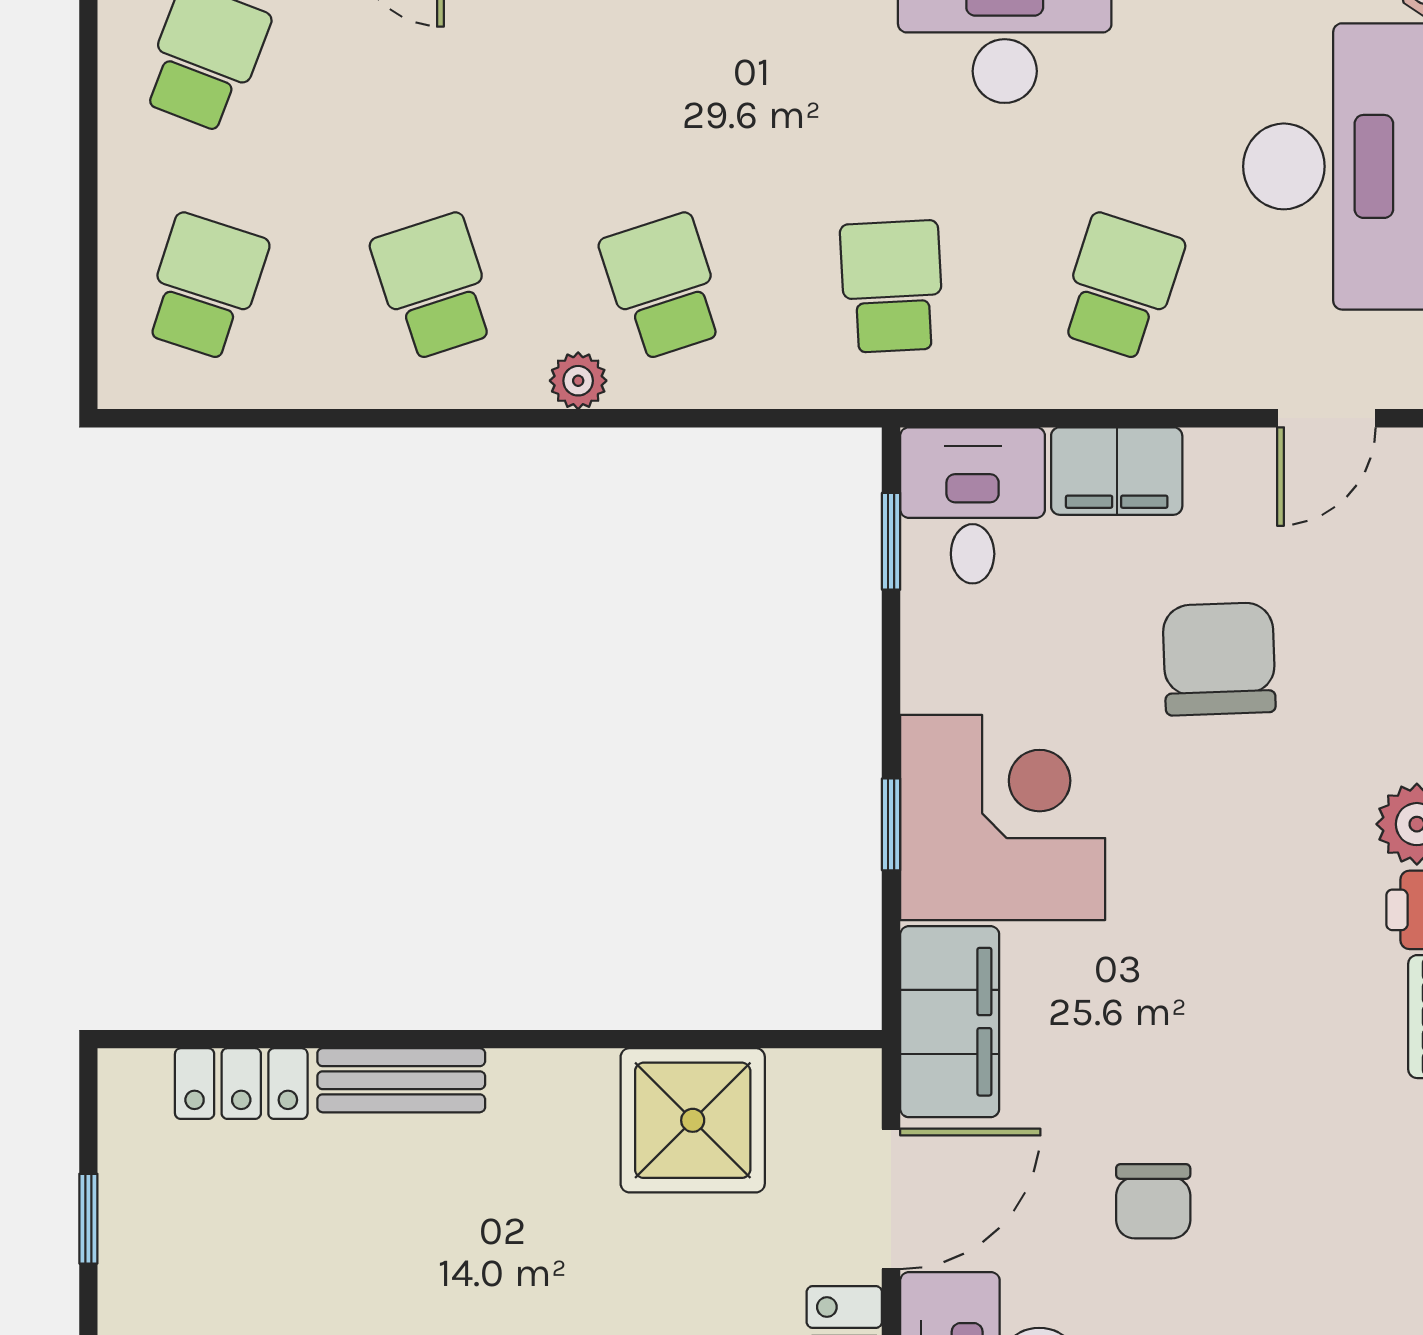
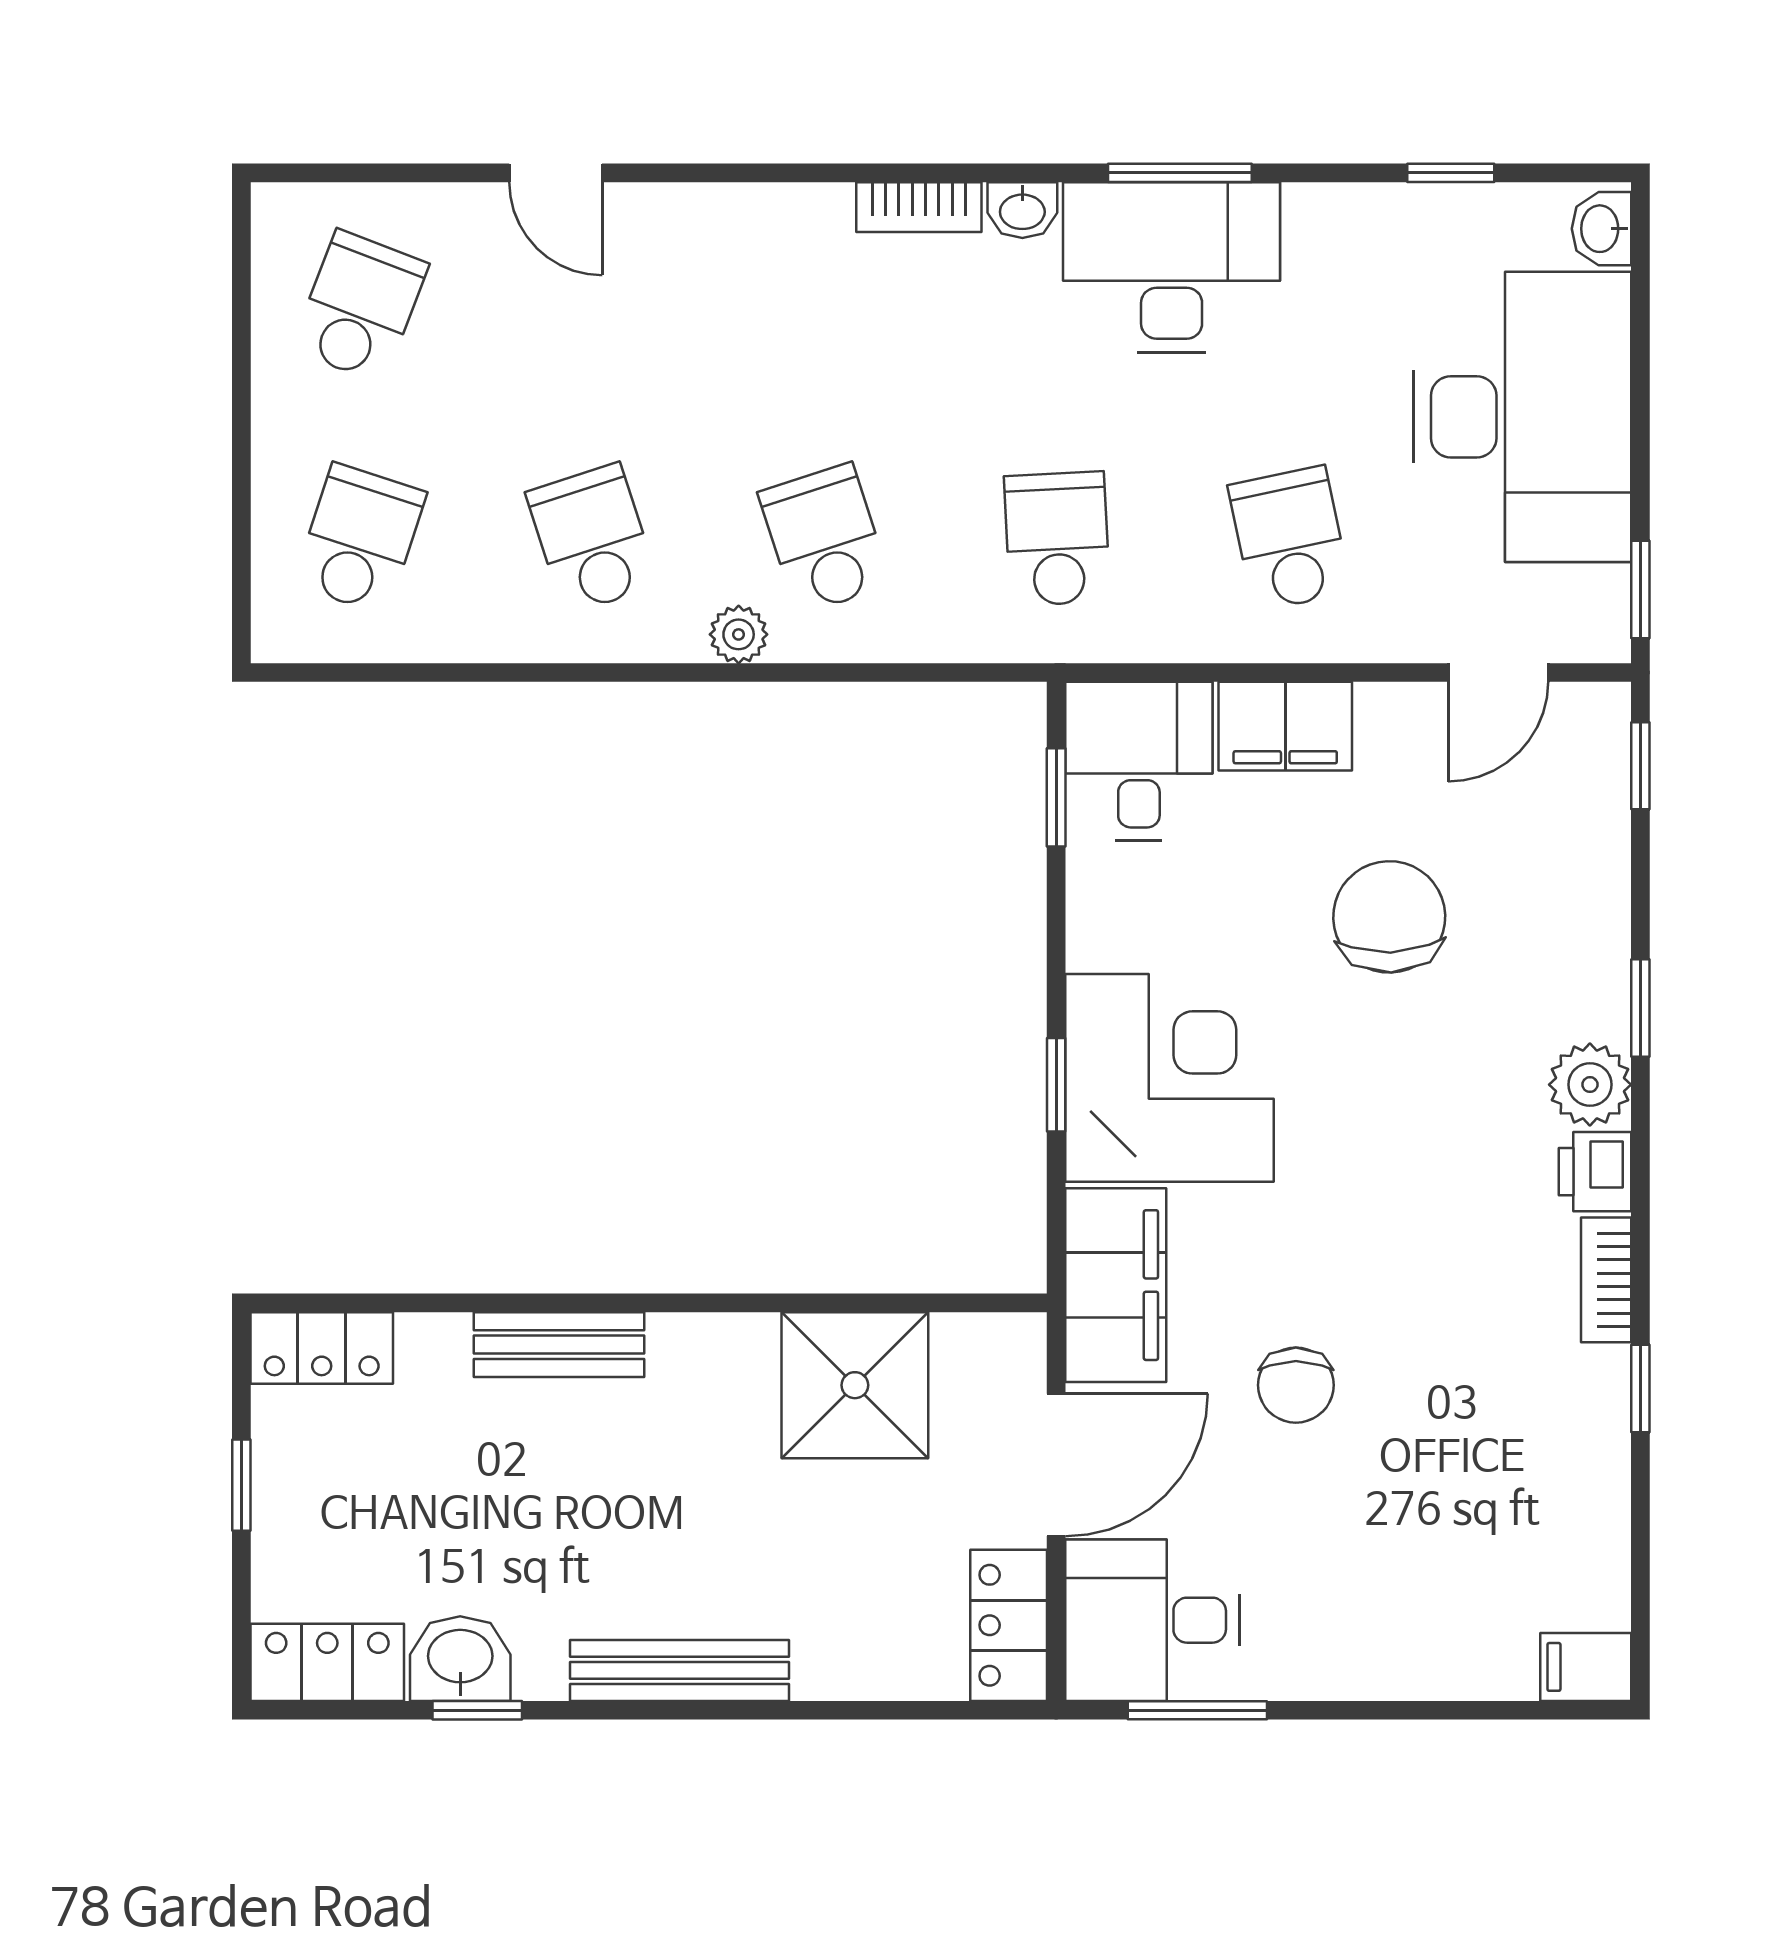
school desk: (1121, 286) -> (1290, 539), turned -30
locker: (241, 1084) -> (322, 1348), moved
chair: (1153, 1201) -> (1296, 1385), moved

